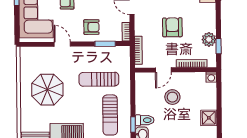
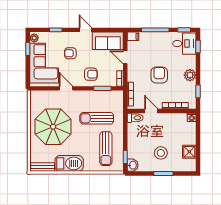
plant: (209, 39) -> (190, 75), moved
door: (163, 70) -> (151, 111), swing flipped
parasol: (47, 90) -> (53, 127), width x1.36, depth x1.36
stool: (172, 97) -> (161, 153), moved
toilet: (145, 120) -> (135, 118), moved

